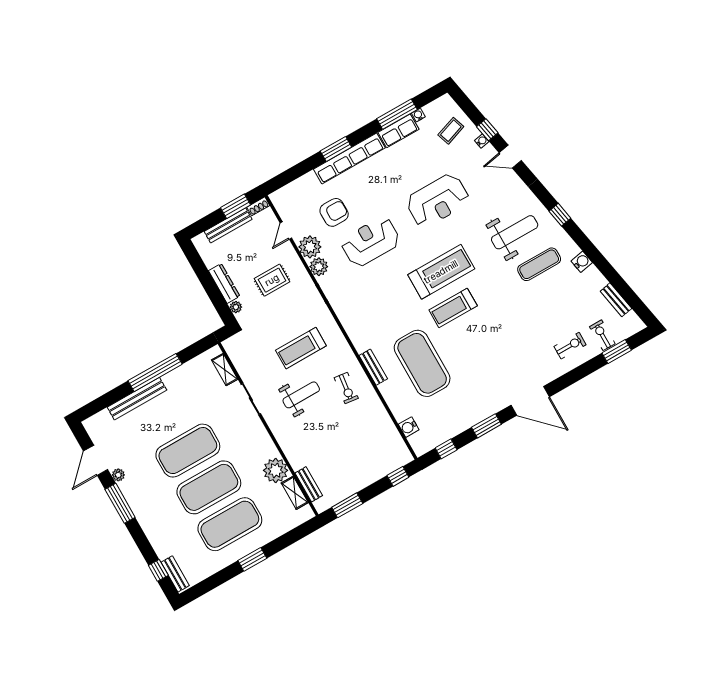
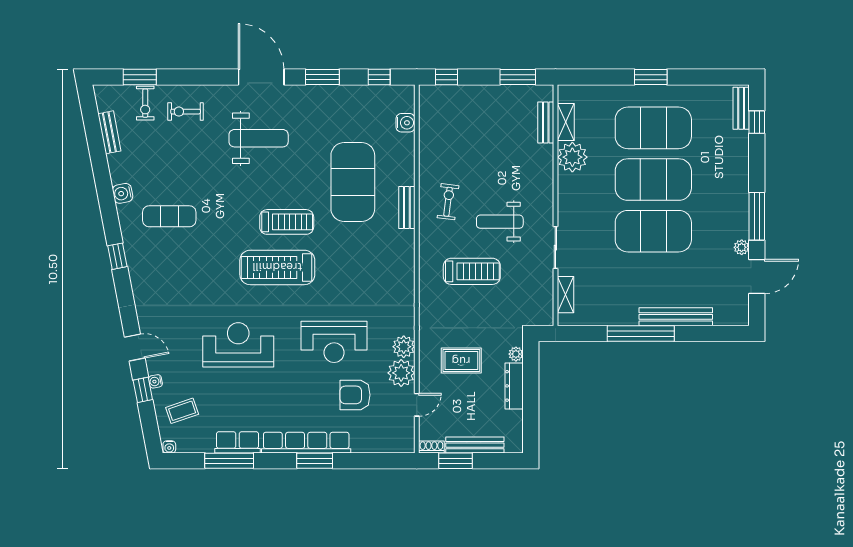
water cooler: (418, 115) -> (169, 447), moved
weight bench: (515, 232) -> (259, 138), moved, turned 180

